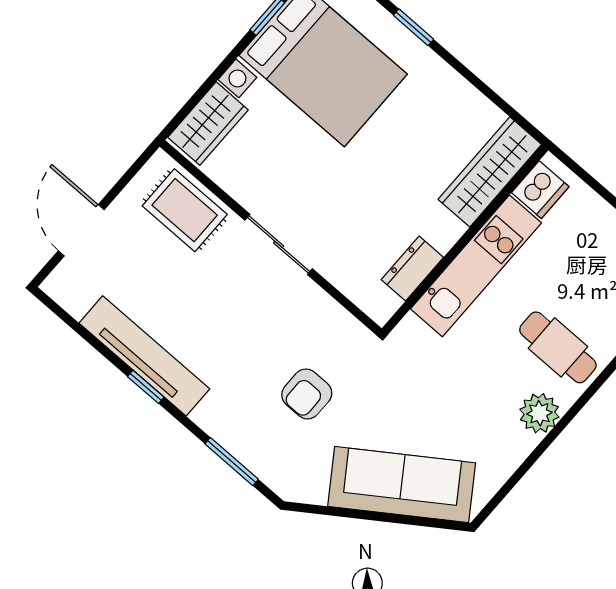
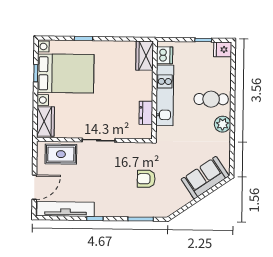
wardrobe: (490, 172) -> (145, 56), width x0.67
door: (81, 230) -> (34, 187), swing flipped
tv unit: (144, 356) -> (66, 209), moved
armchair: (307, 394) -> (146, 179), turned 90
sofa: (402, 485) -> (205, 178), width x0.73

